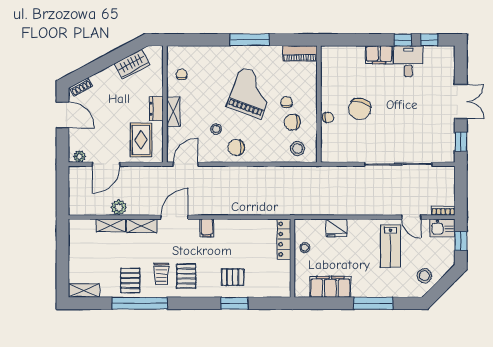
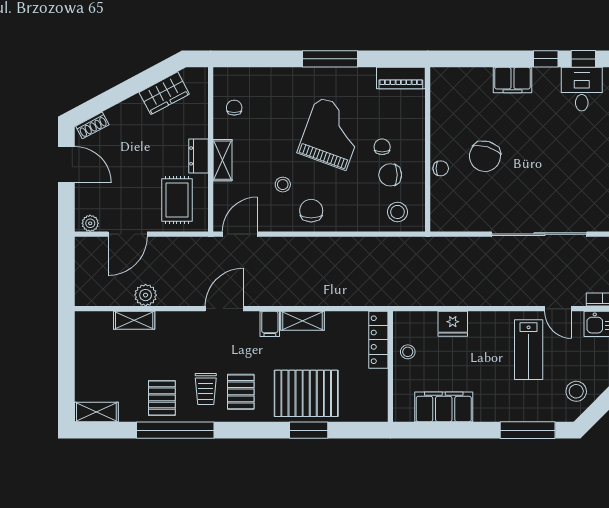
desk: (408, 61) -> (582, 89), moved
chair: (236, 148) -> (311, 211), turned 90
shelving: (142, 226) -> (302, 321), moved
pallet: (233, 277) -> (306, 393), width x2.05, depth x2.00
window: (373, 303) -> (528, 430), moved

